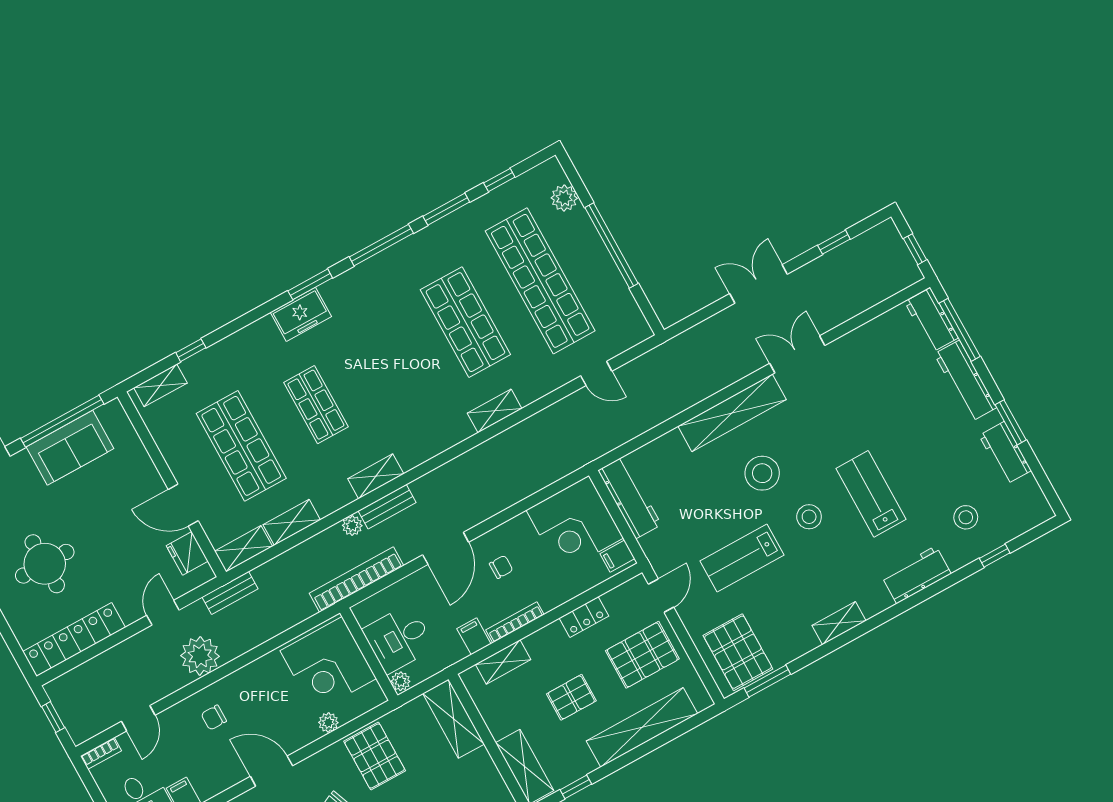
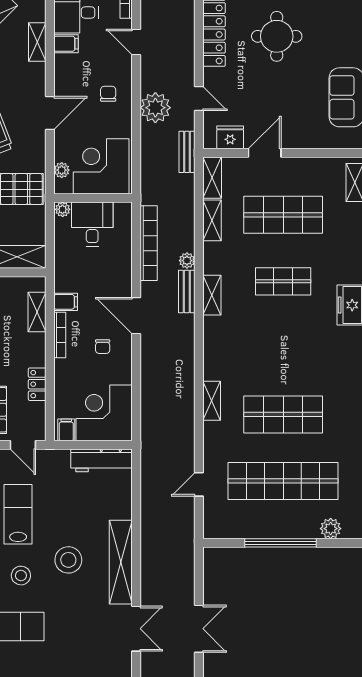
desk: (399, 639) -> (92, 224), moved
wall: (369, 654) -> (93, 198), moved
corner desk: (328, 665) -> (101, 166), moved
plant: (401, 681) -> (63, 209), moved

